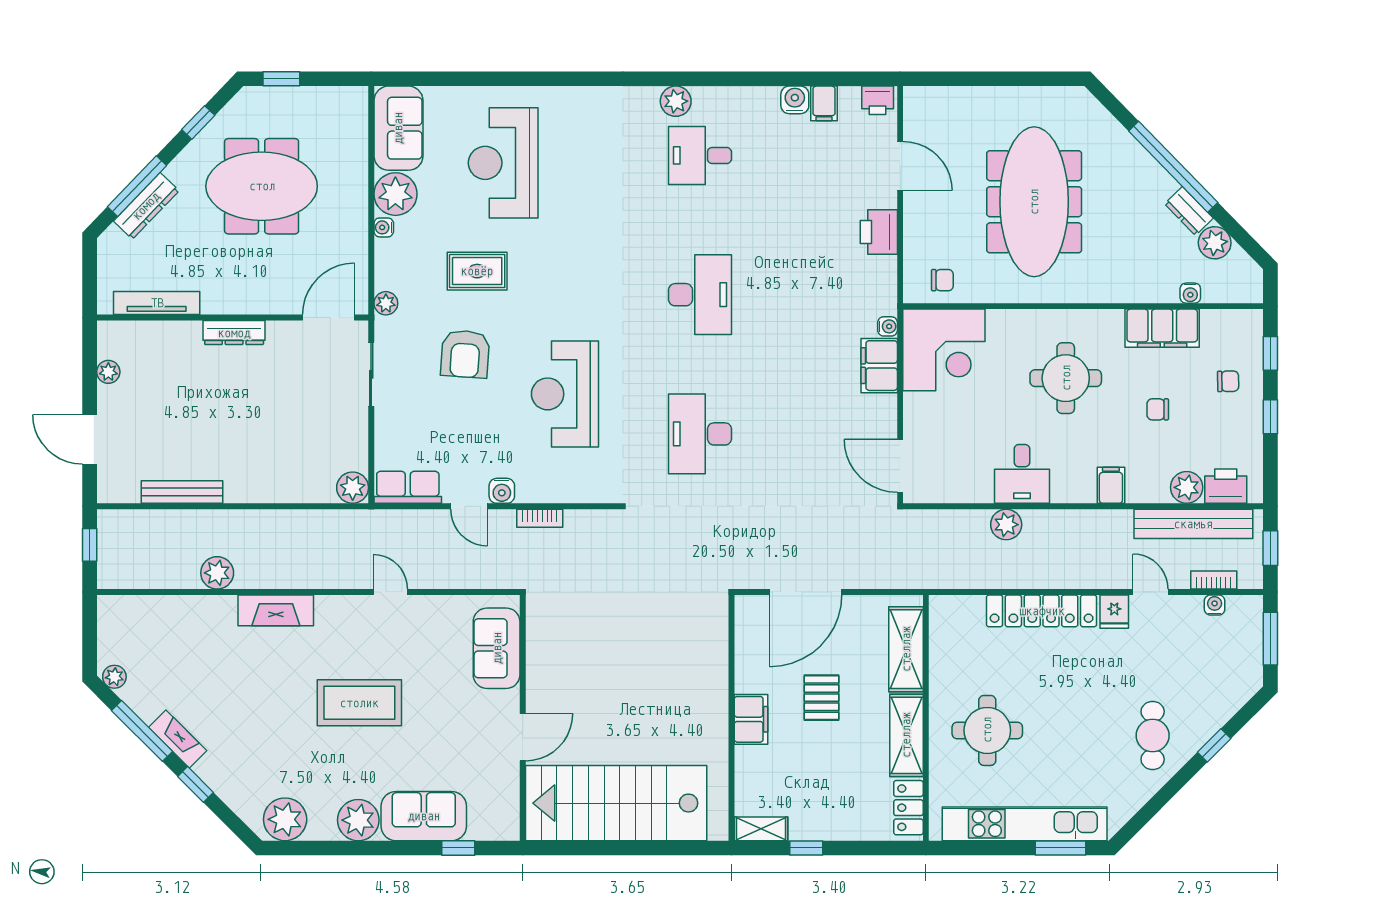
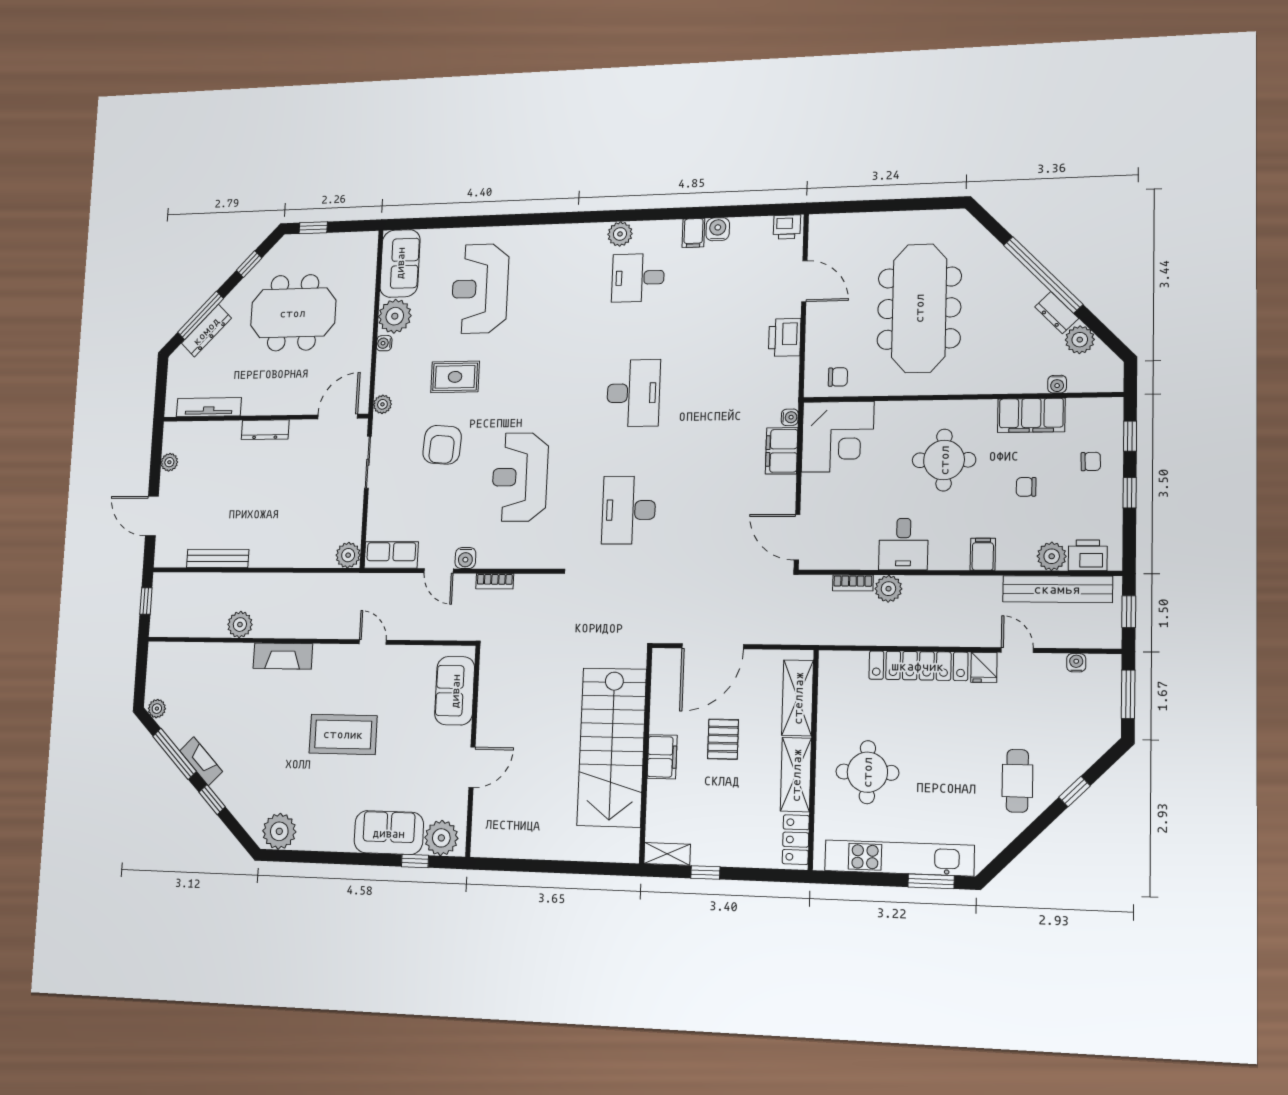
filing cabinet: (824, 103) -> (693, 233), moved
bookcase: (1214, 580) -> (853, 583), moved, turned 180
stairs: (616, 803) -> (612, 747), moved, turned -90
plant: (358, 820) -> (441, 838), moved

